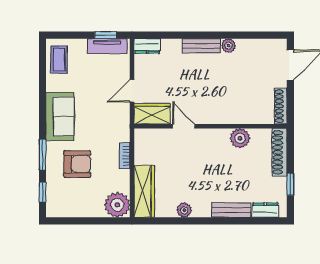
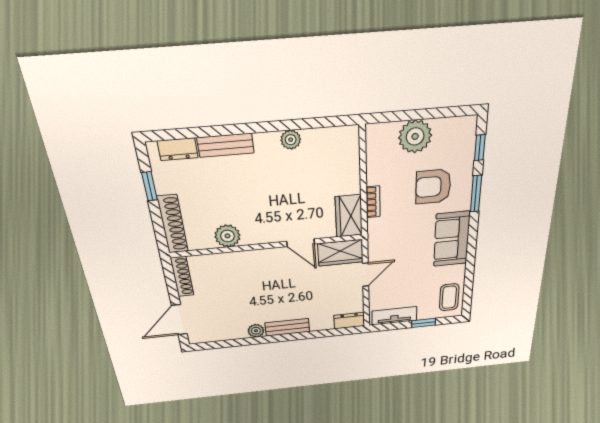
window: (106, 35) -> (424, 323), moved
wardrobe: (144, 191) -> (349, 216), moved, width x0.67
plant: (117, 205) -> (415, 136), moved

